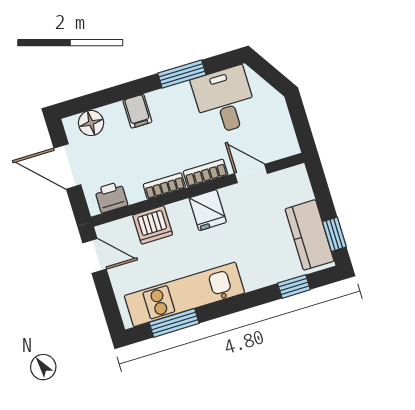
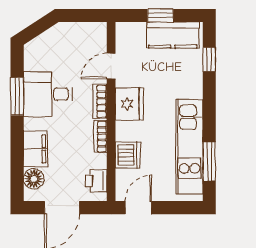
desk: (225, 100) -> (48, 94), moved
filing cabinet: (137, 111) -> (35, 149), width x2.00
fridge: (208, 210) -> (129, 104), width x1.38
window: (334, 234) -> (160, 15), moved

